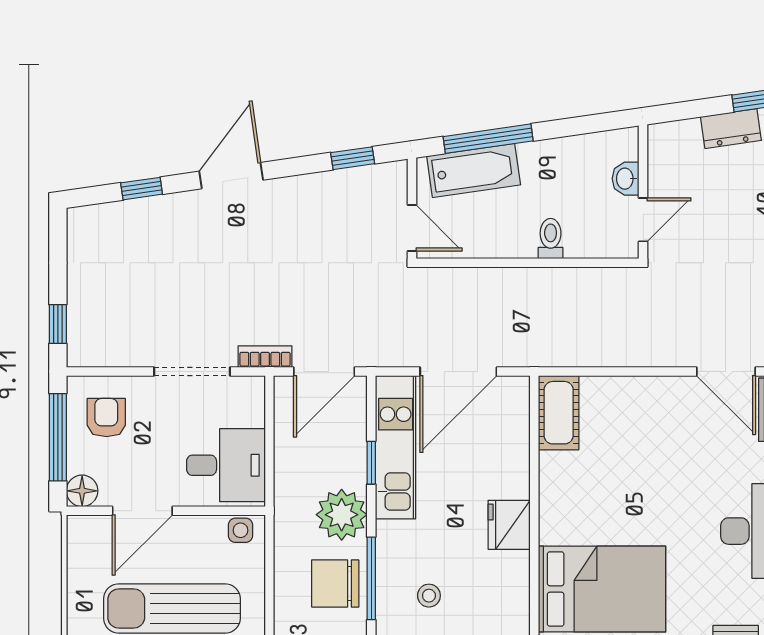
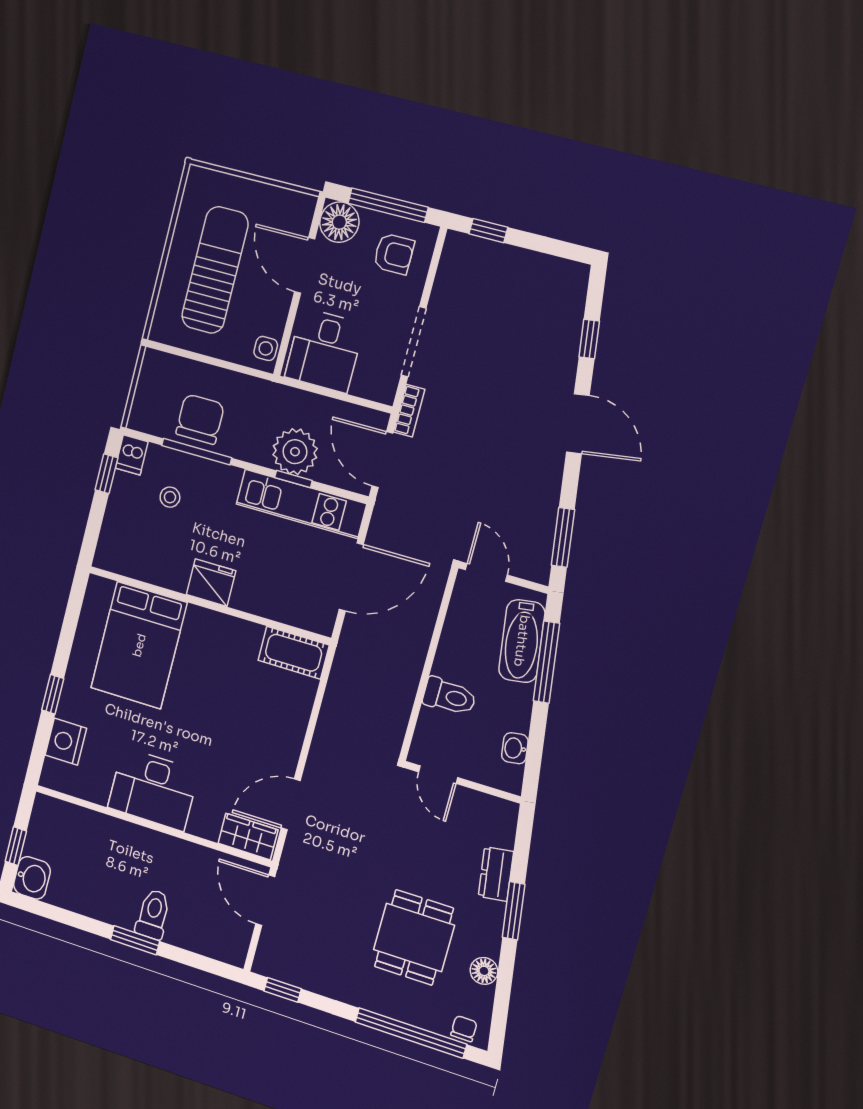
window: (353, 158) -> (563, 537), width x1.50
washbasin: (626, 179) -> (515, 748), moved, turned -98
door: (412, 228) -> (486, 572), swing flipped
toilet: (551, 239) -> (449, 696), width x1.37, depth x1.39
door: (458, 371) -> (351, 577), swing flipped
floor lamp: (82, 491) -> (339, 222), width x1.38, depth x1.38
plant: (342, 515) -> (295, 452), moved

